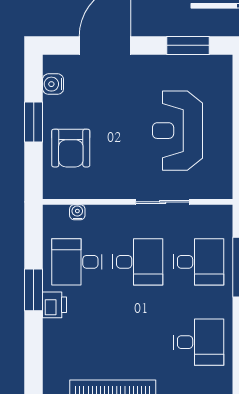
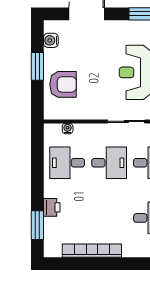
armchair: (71, 148) -> (63, 84), turned -90
window: (34, 290) -> (37, 225), moved
printer: (54, 305) -> (52, 207), moved

